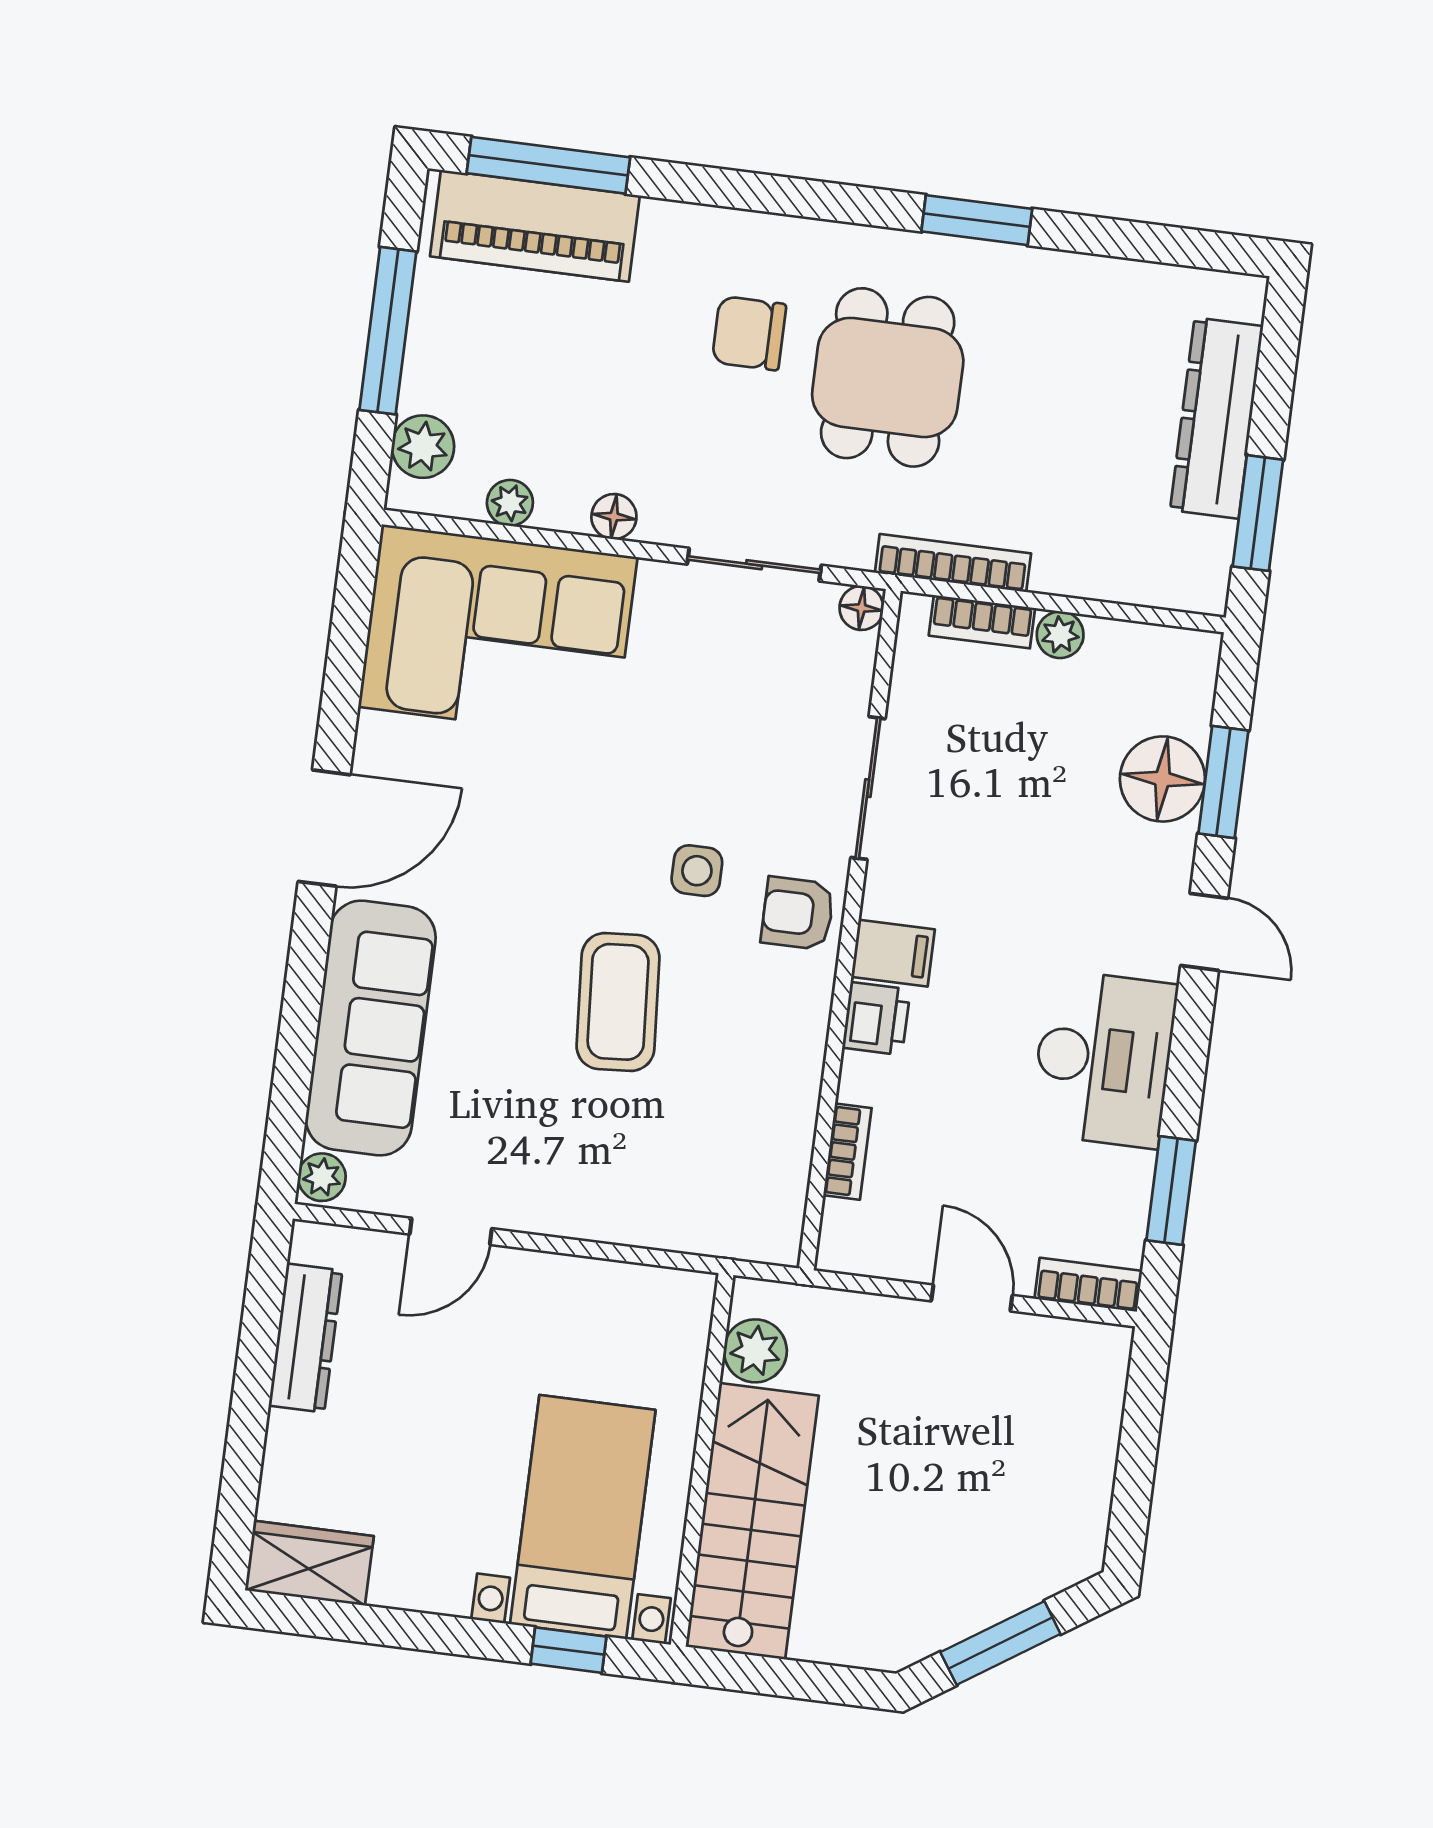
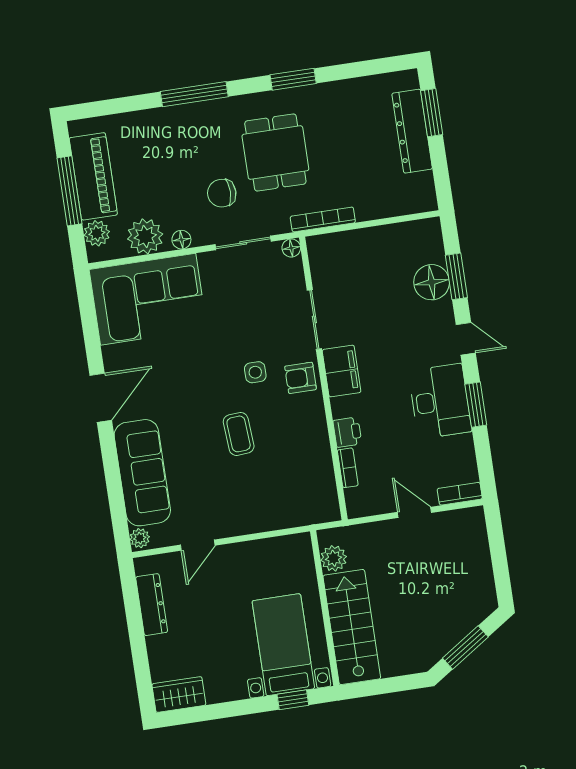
window: (548, 165) -> (194, 94), moved
piano: (535, 226) -> (93, 176), moved, turned -90
chair: (749, 333) -> (222, 193), moved
plant: (510, 503) -> (145, 236), width x1.88, depth x1.88
window: (1258, 513) -> (432, 113), moved
bookcase: (982, 622) -> (341, 240), removed
plant: (1060, 635) -> (374, 236), removed
filing cabinet: (893, 953) -> (342, 371), width x2.00
coffee table: (618, 1002) -> (239, 434), width x0.73, depth x0.77
printer: (876, 1019) -> (347, 432), moved
window: (1171, 1190) -> (476, 405), moved

